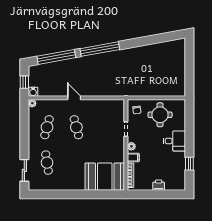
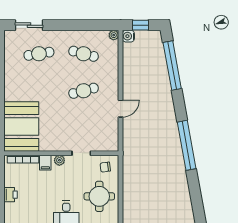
window: (100, 49) -> (187, 145), moved
door: (74, 98) -> (121, 109), moved

